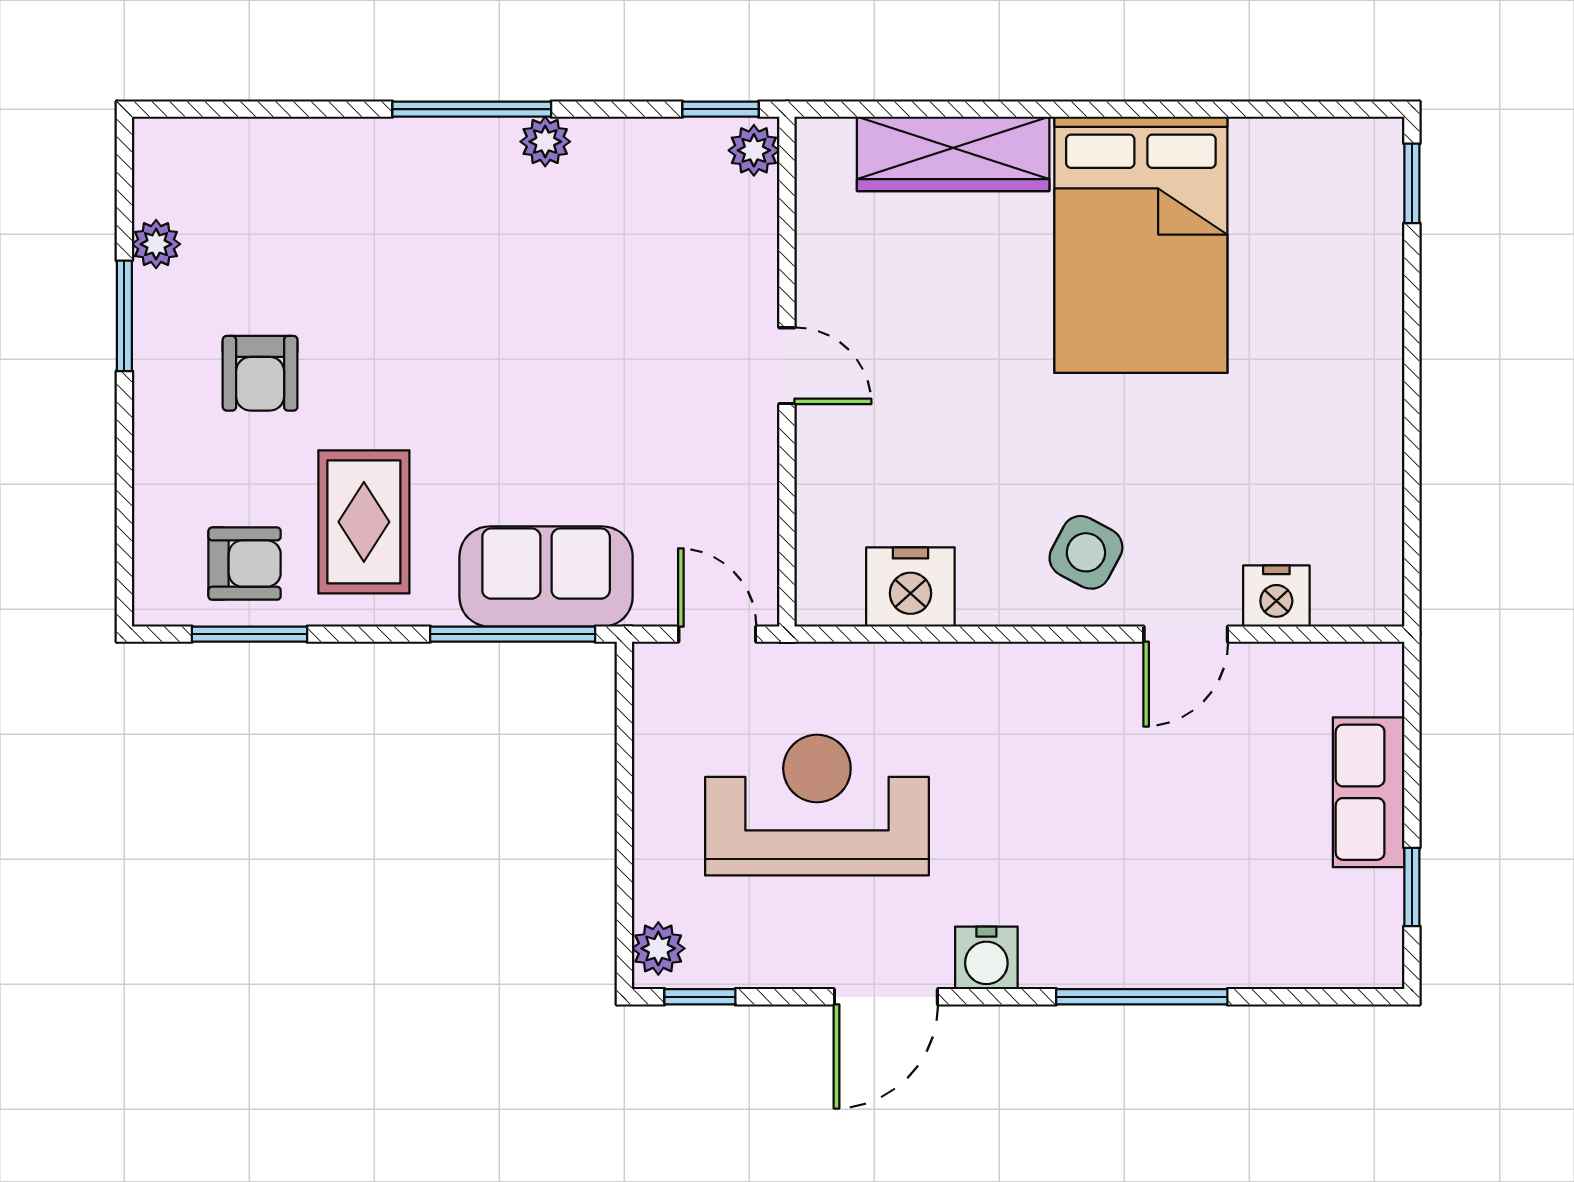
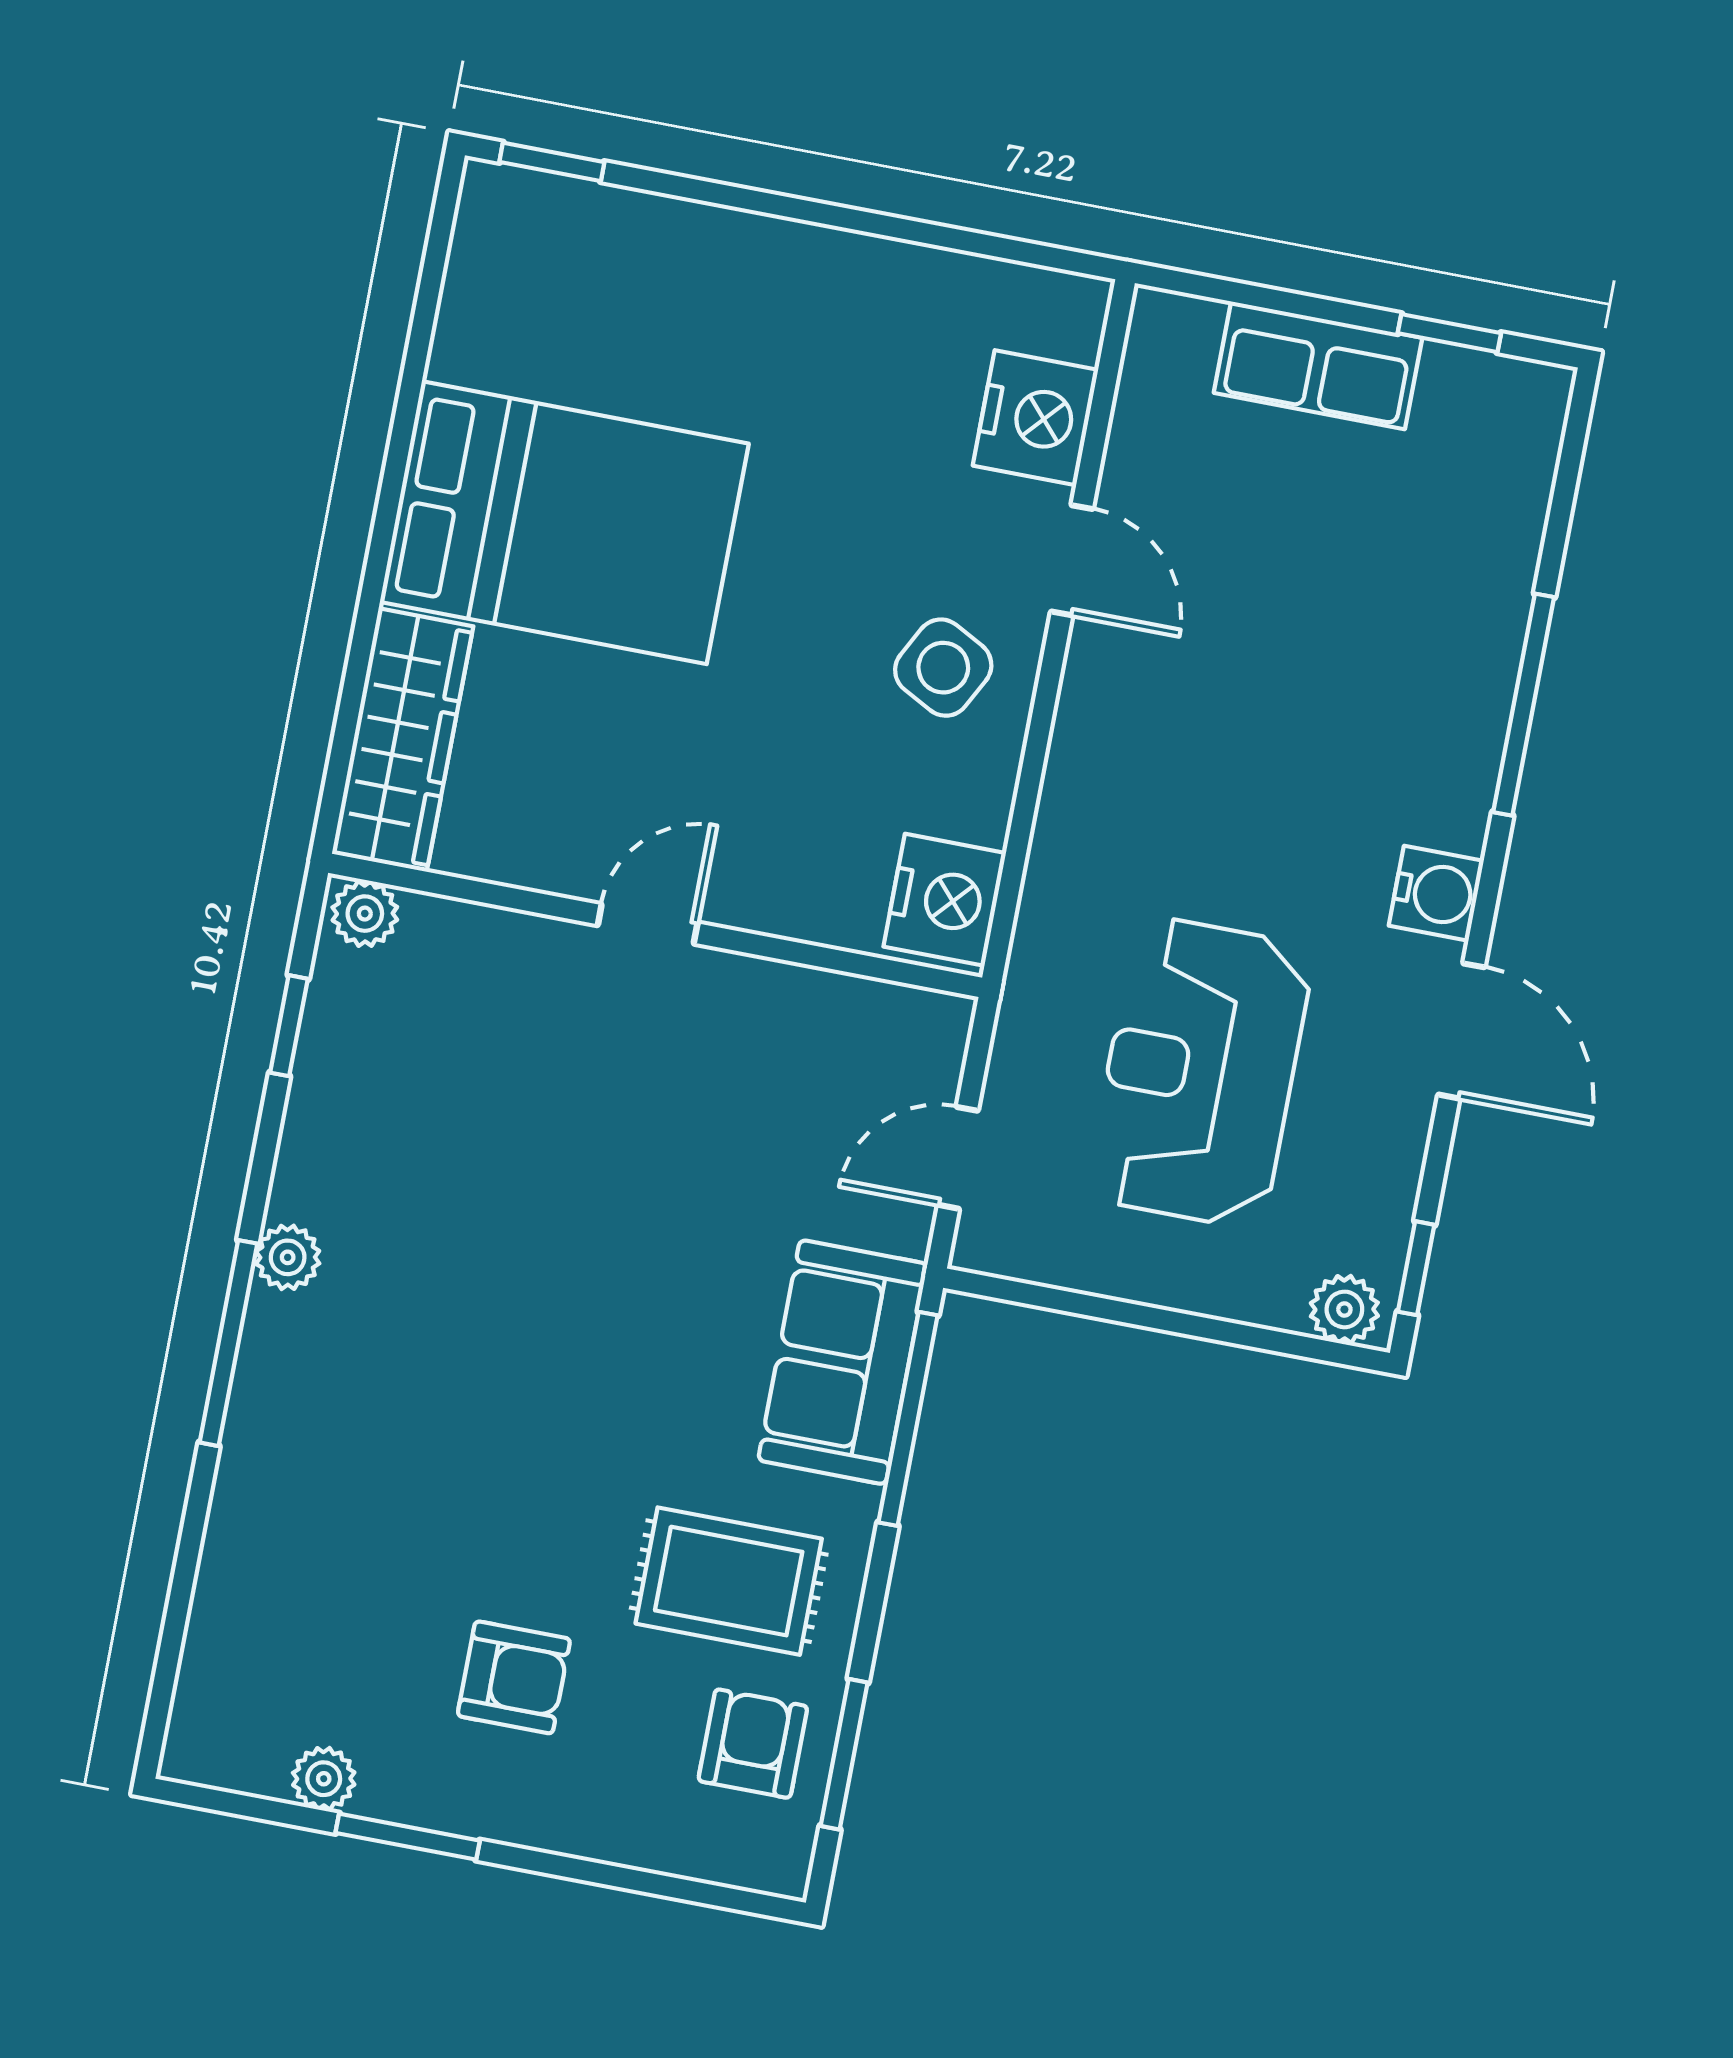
plant: (754, 150) -> (365, 914), moved
door: (787, 366) -> (648, 924), moved
wall: (787, 372) -> (655, 925), moved
nightstand: (1276, 596) -> (1035, 418), width x1.36, depth x1.33

